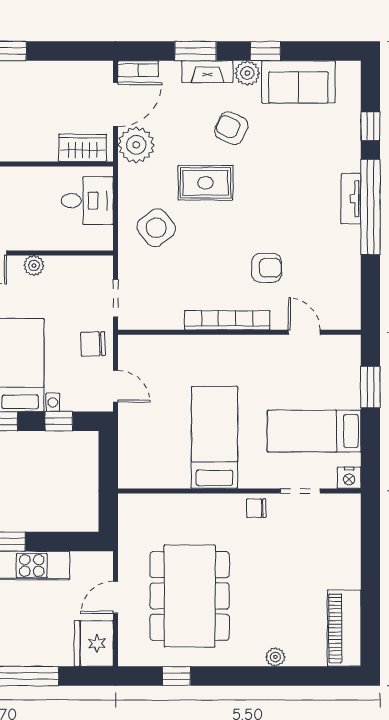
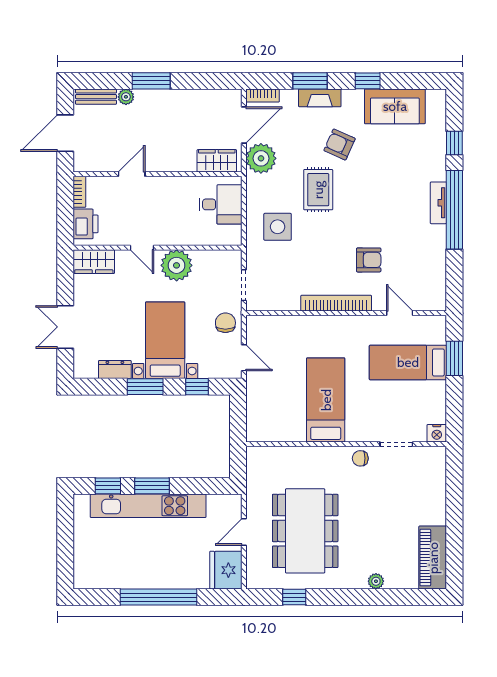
plant: (247, 73) -> (353, 99), removed
rug: (205, 183) -> (318, 190), turned 90
side table: (156, 228) -> (278, 227), turned 38
plant: (34, 266) -> (177, 265), width x1.87, depth x1.87
chair: (93, 344) -> (225, 323), turned 92
bed: (314, 431) -> (408, 362), moved

